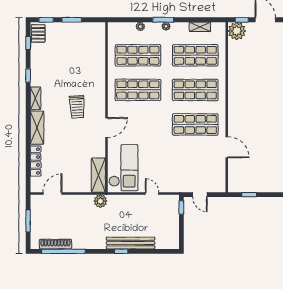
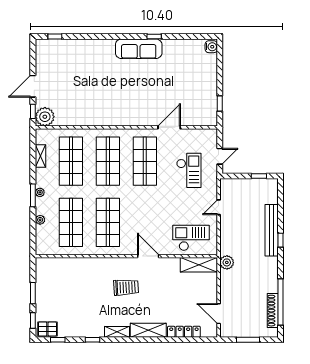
checkout: (187, 166) -> (189, 170), added
checkout: (123, 168) -> (191, 238), width x0.73, depth x0.83
window: (181, 208) -> (259, 176), moved

